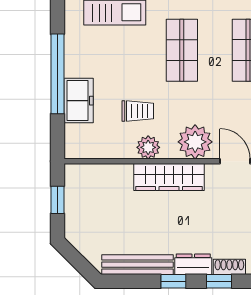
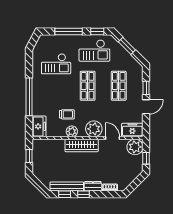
freezer: (79, 101) -> (39, 126), moved
window: (219, 281) -> (65, 194), moved

